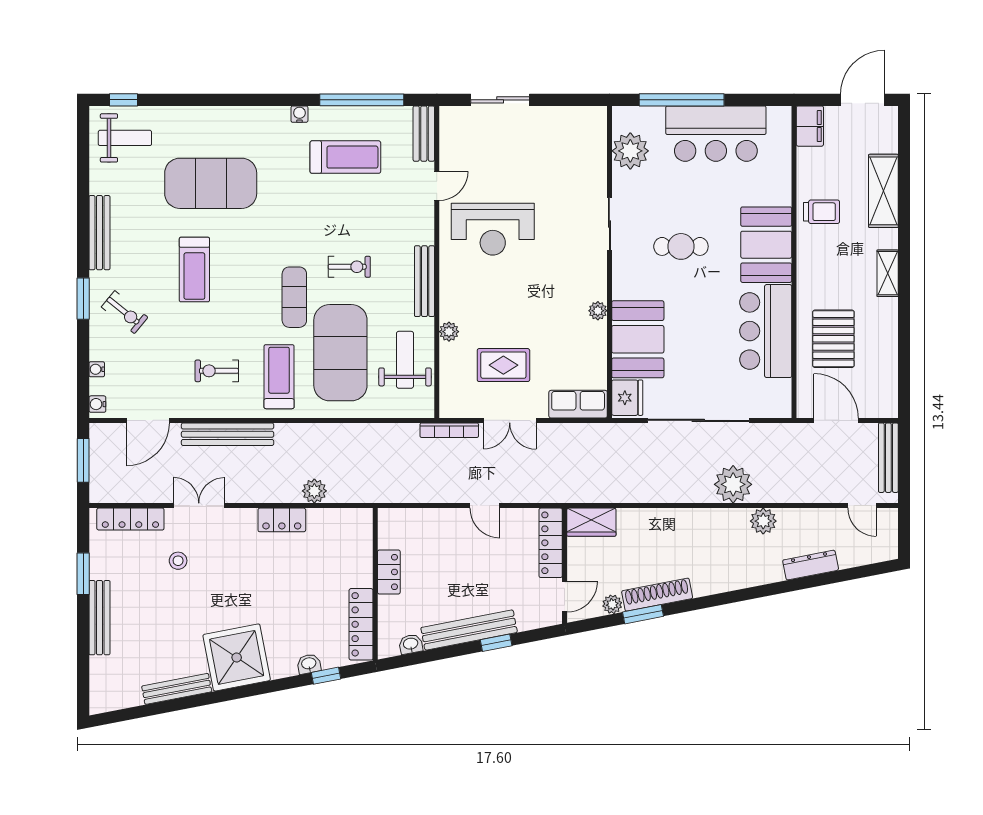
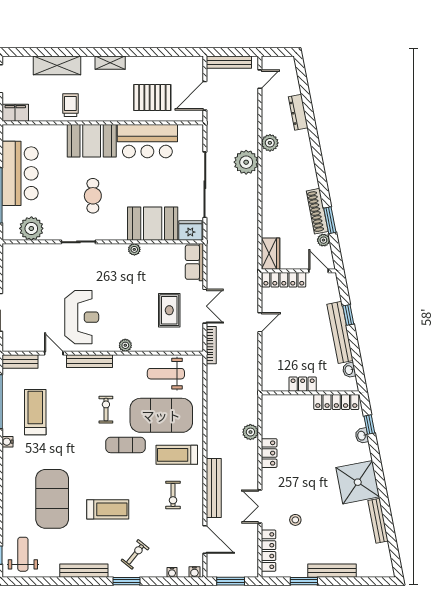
bench: (424, 281) -> (90, 361), moved
plant: (449, 332) -> (125, 345), moved

